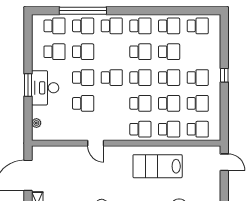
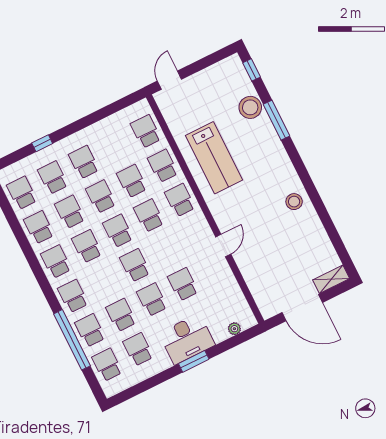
window: (224, 75) -> (42, 143), moved
school desk: (198, 103) -> (53, 178), moved

